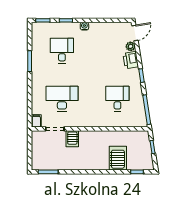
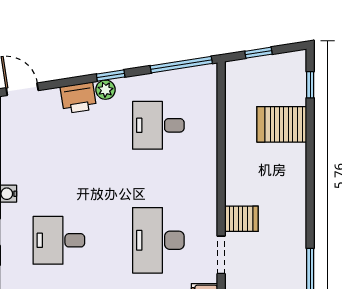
plant: (131, 46) -> (105, 90), moved

